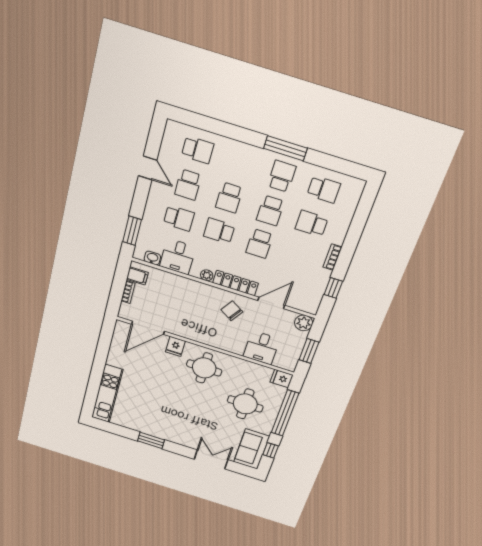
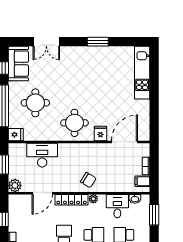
chair: (232, 311) -> (88, 180), moved
desk: (261, 348) -> (42, 155), width x1.37

